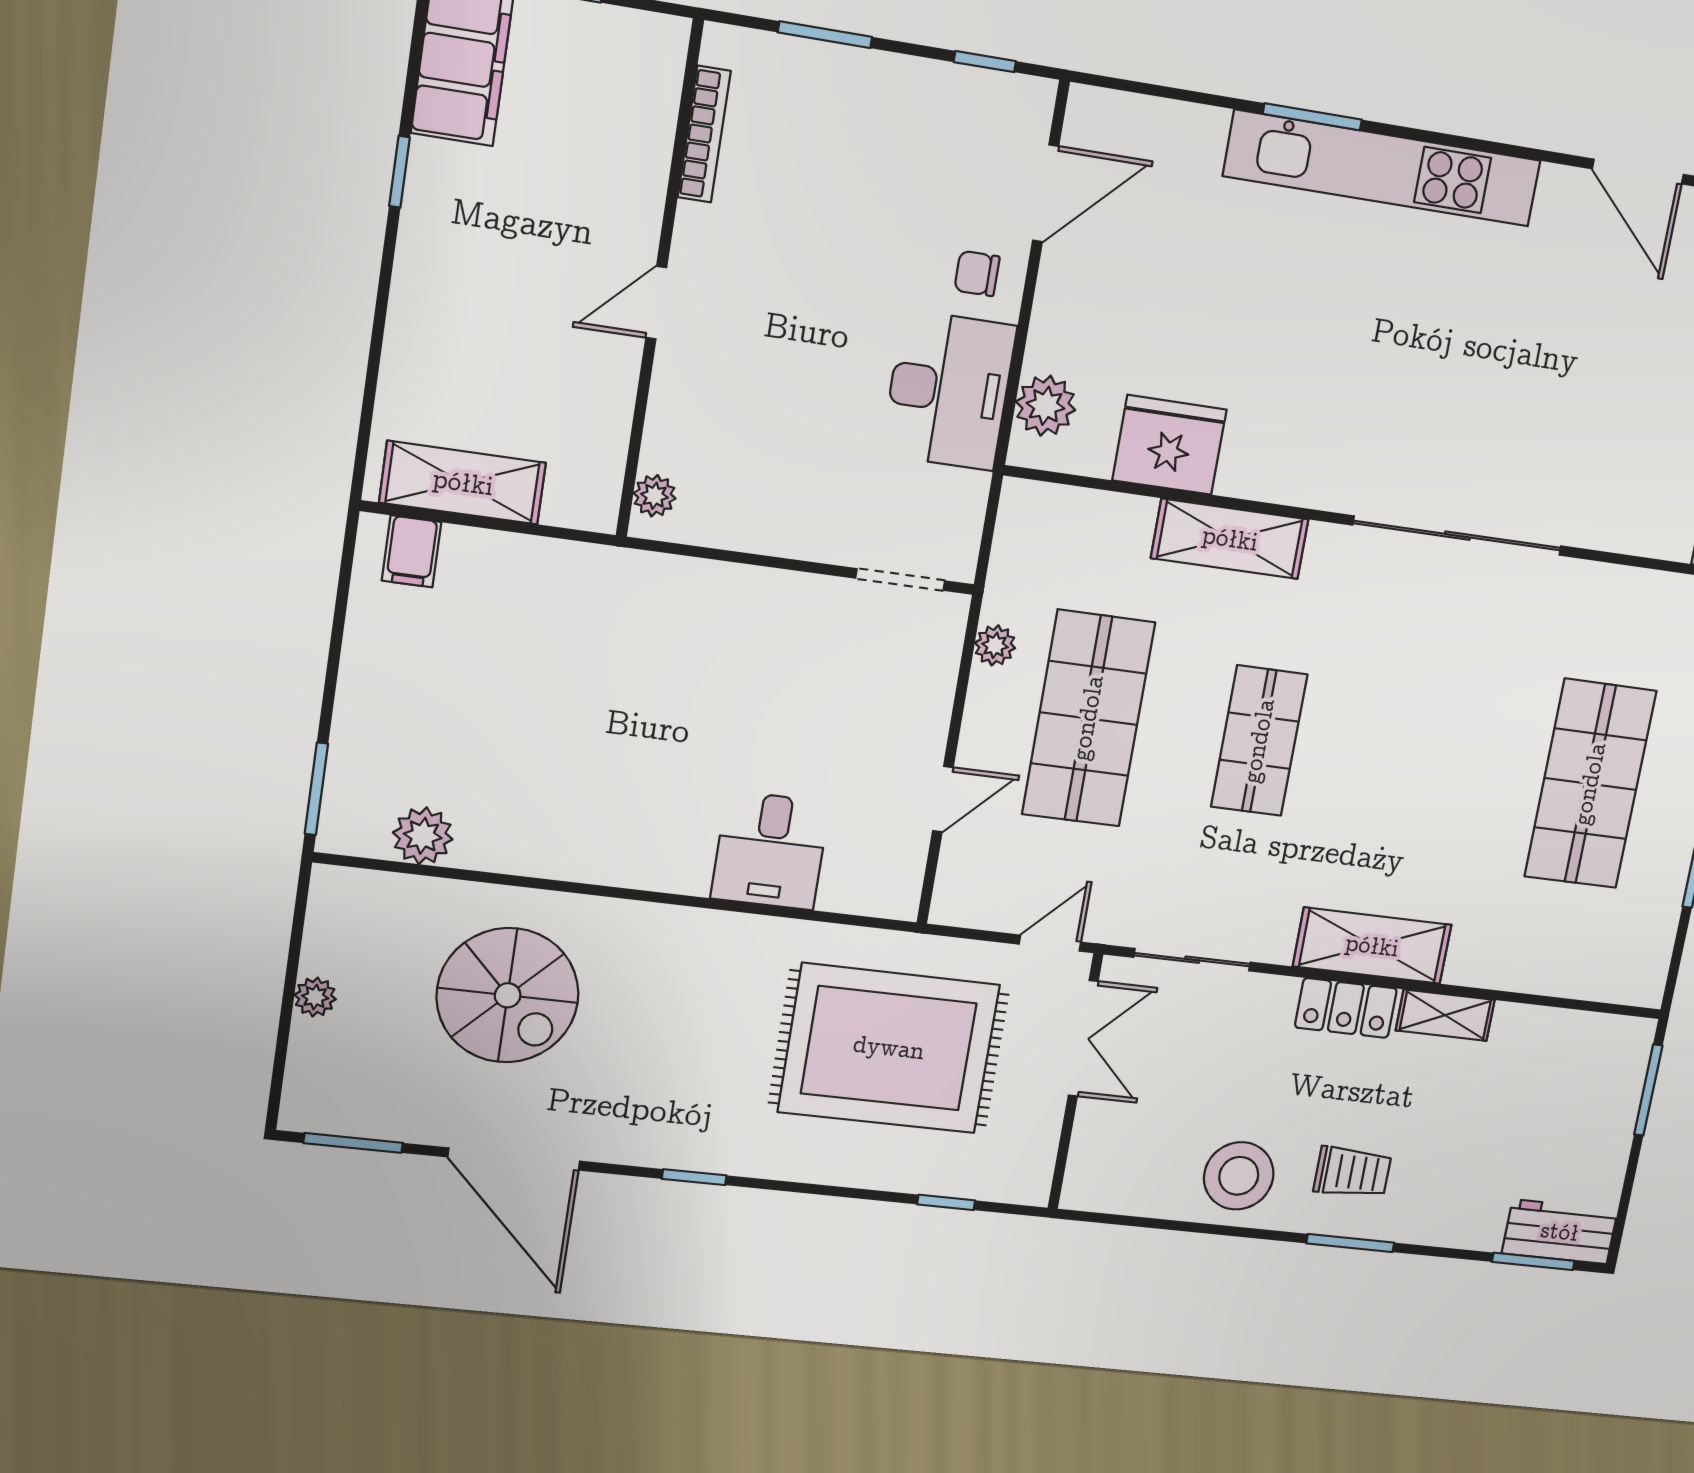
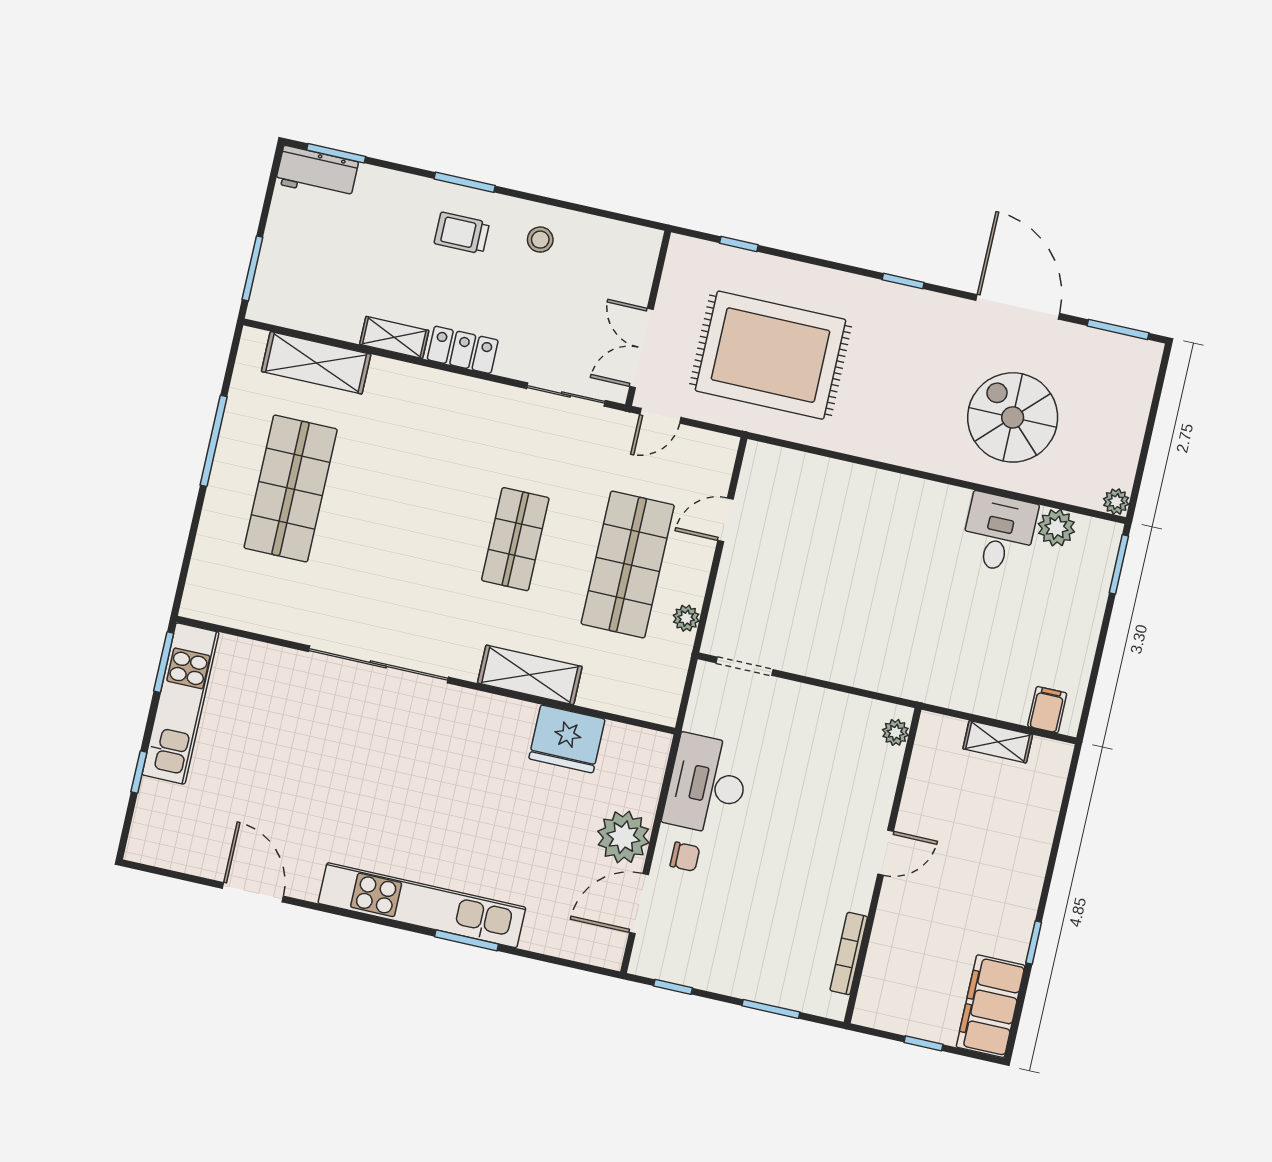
plant: (1046, 406) -> (623, 837), moved, width x1.36, depth x1.36
shelving: (463, 483) -> (998, 742), width x0.67, depth x0.75
desk: (770, 850) -> (999, 533), moved
shelving: (1372, 946) -> (316, 363), moved
plant: (315, 997) -> (1116, 502), moved
stool: (1239, 1176) -> (540, 240), width x0.53, depth x0.53

